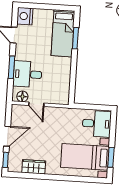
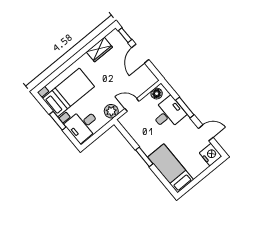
window: (75, 38) -> (144, 157), moved
door: (36, 104) -> (132, 105), moved
plant: (67, 114) -> (111, 111), added
window: (111, 157) -> (58, 121), moved

